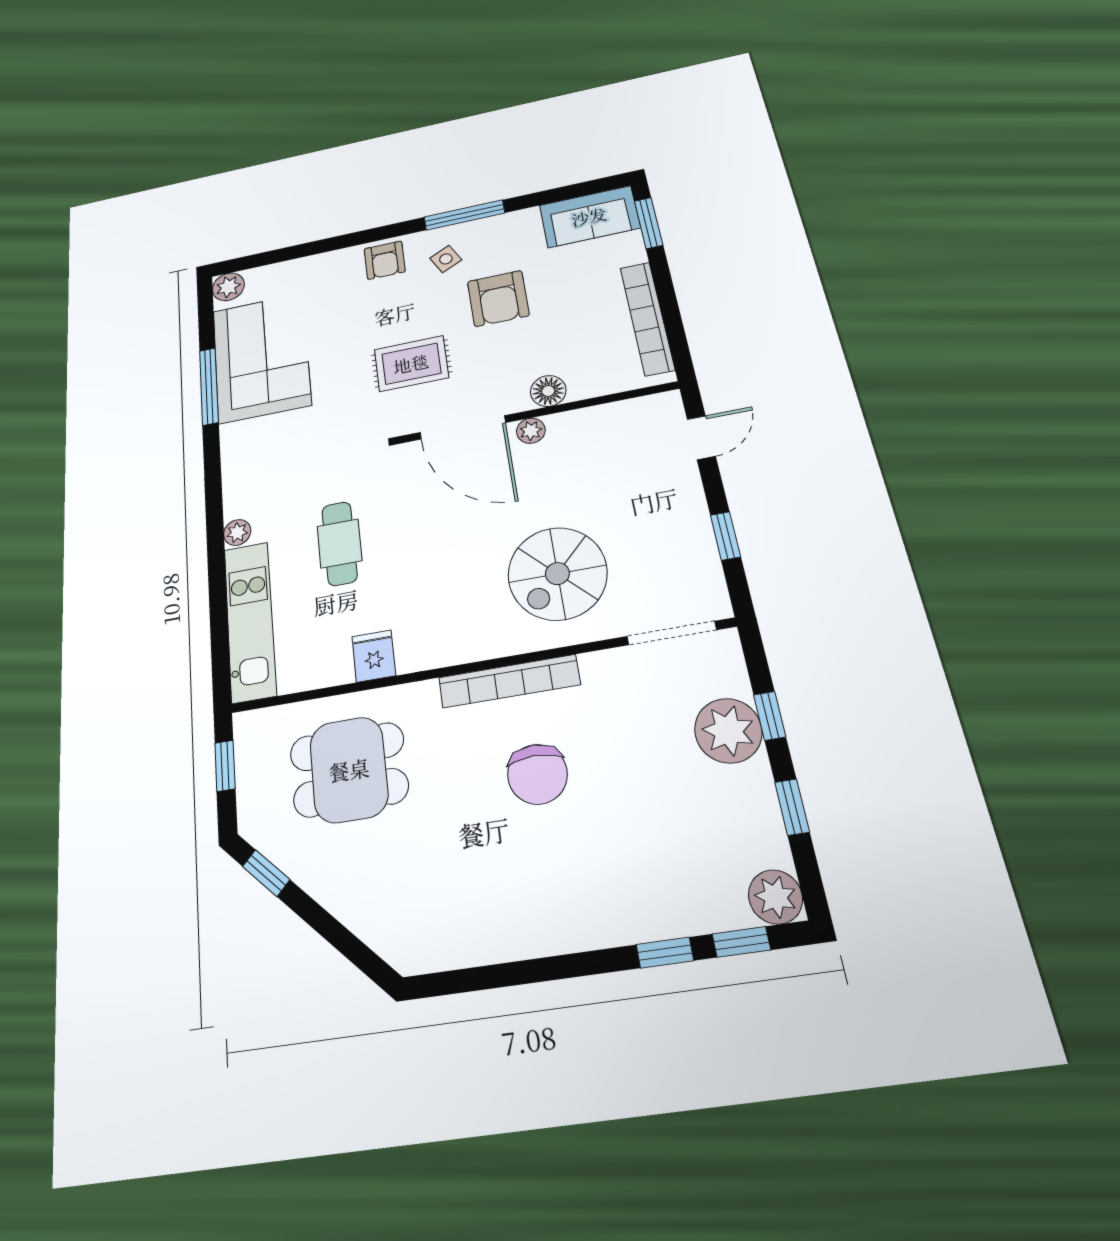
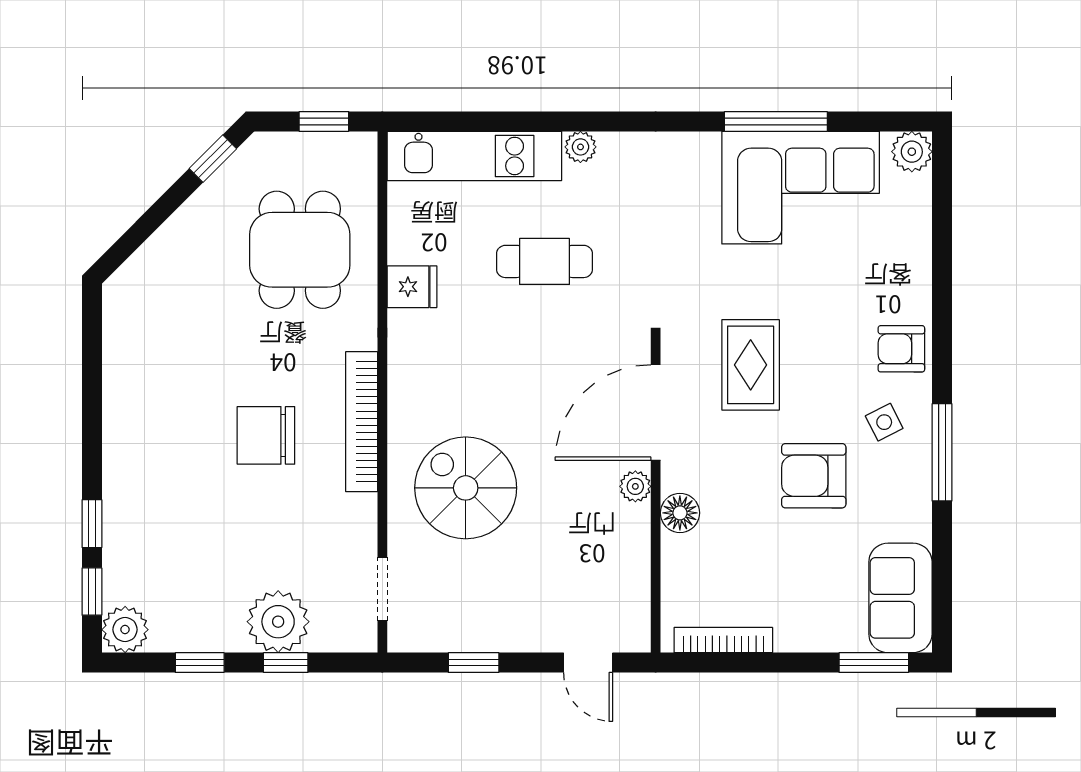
bookcase: (647, 318) -> (723, 640), width x0.68, depth x0.76
doorway: (671, 633) -> (382, 589), width x0.73

